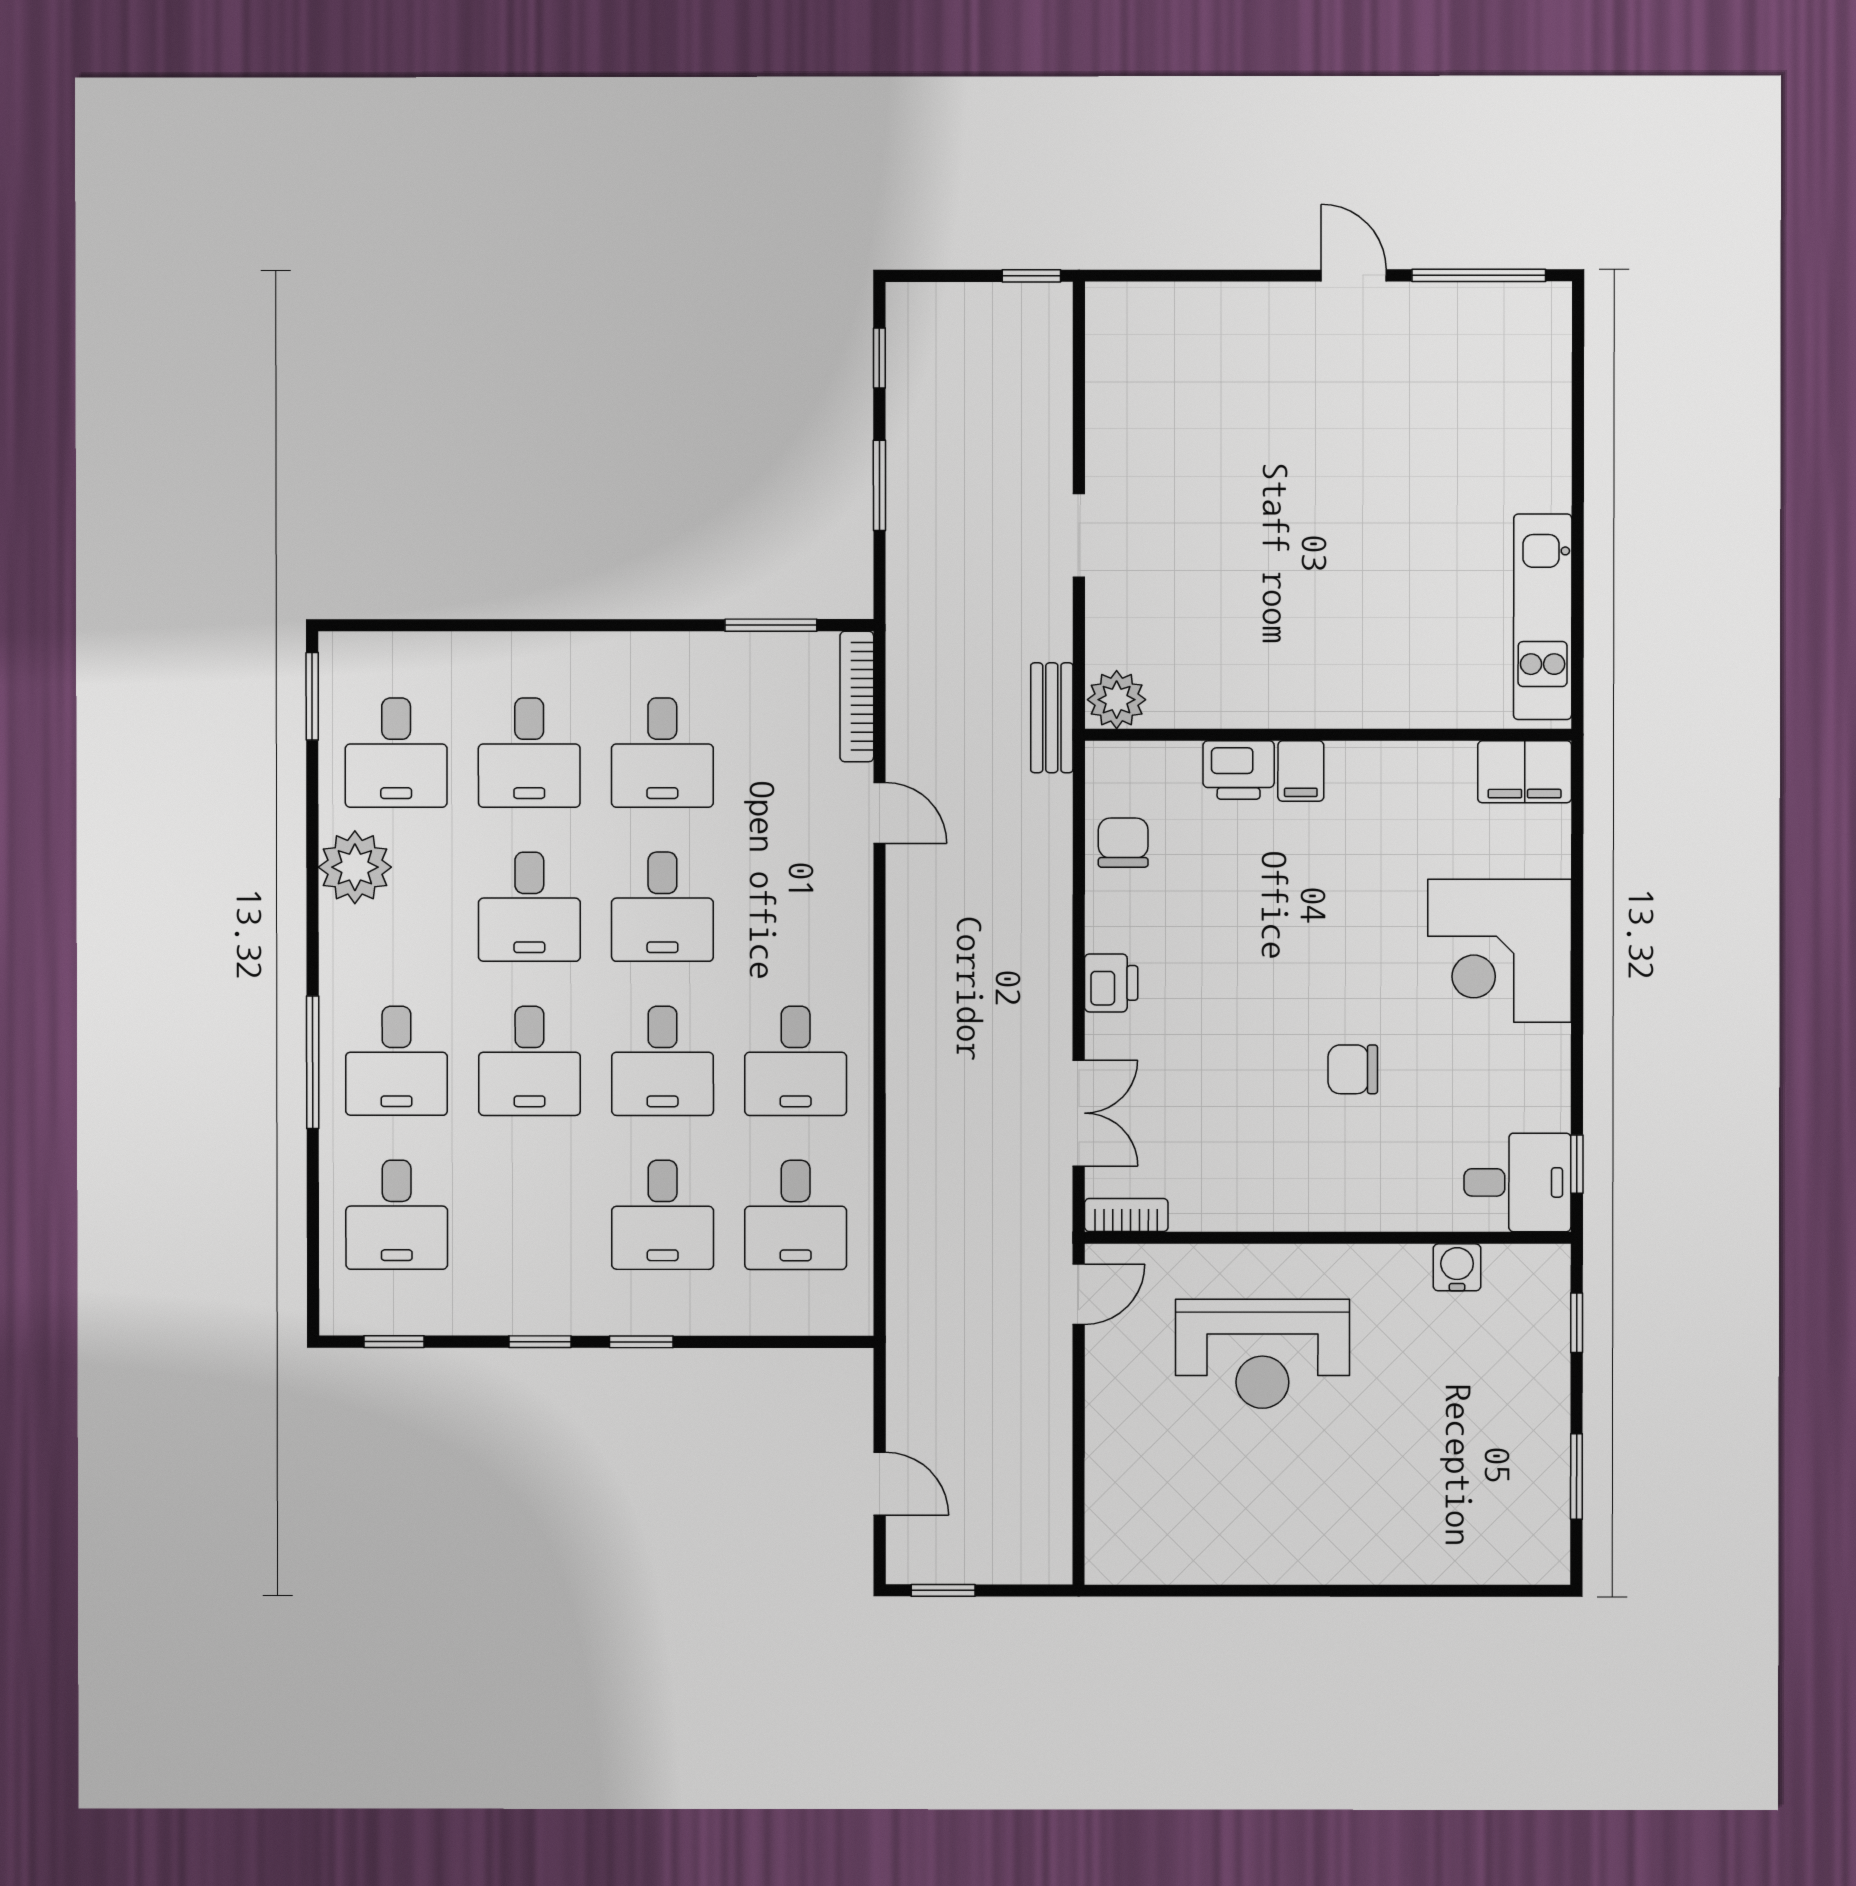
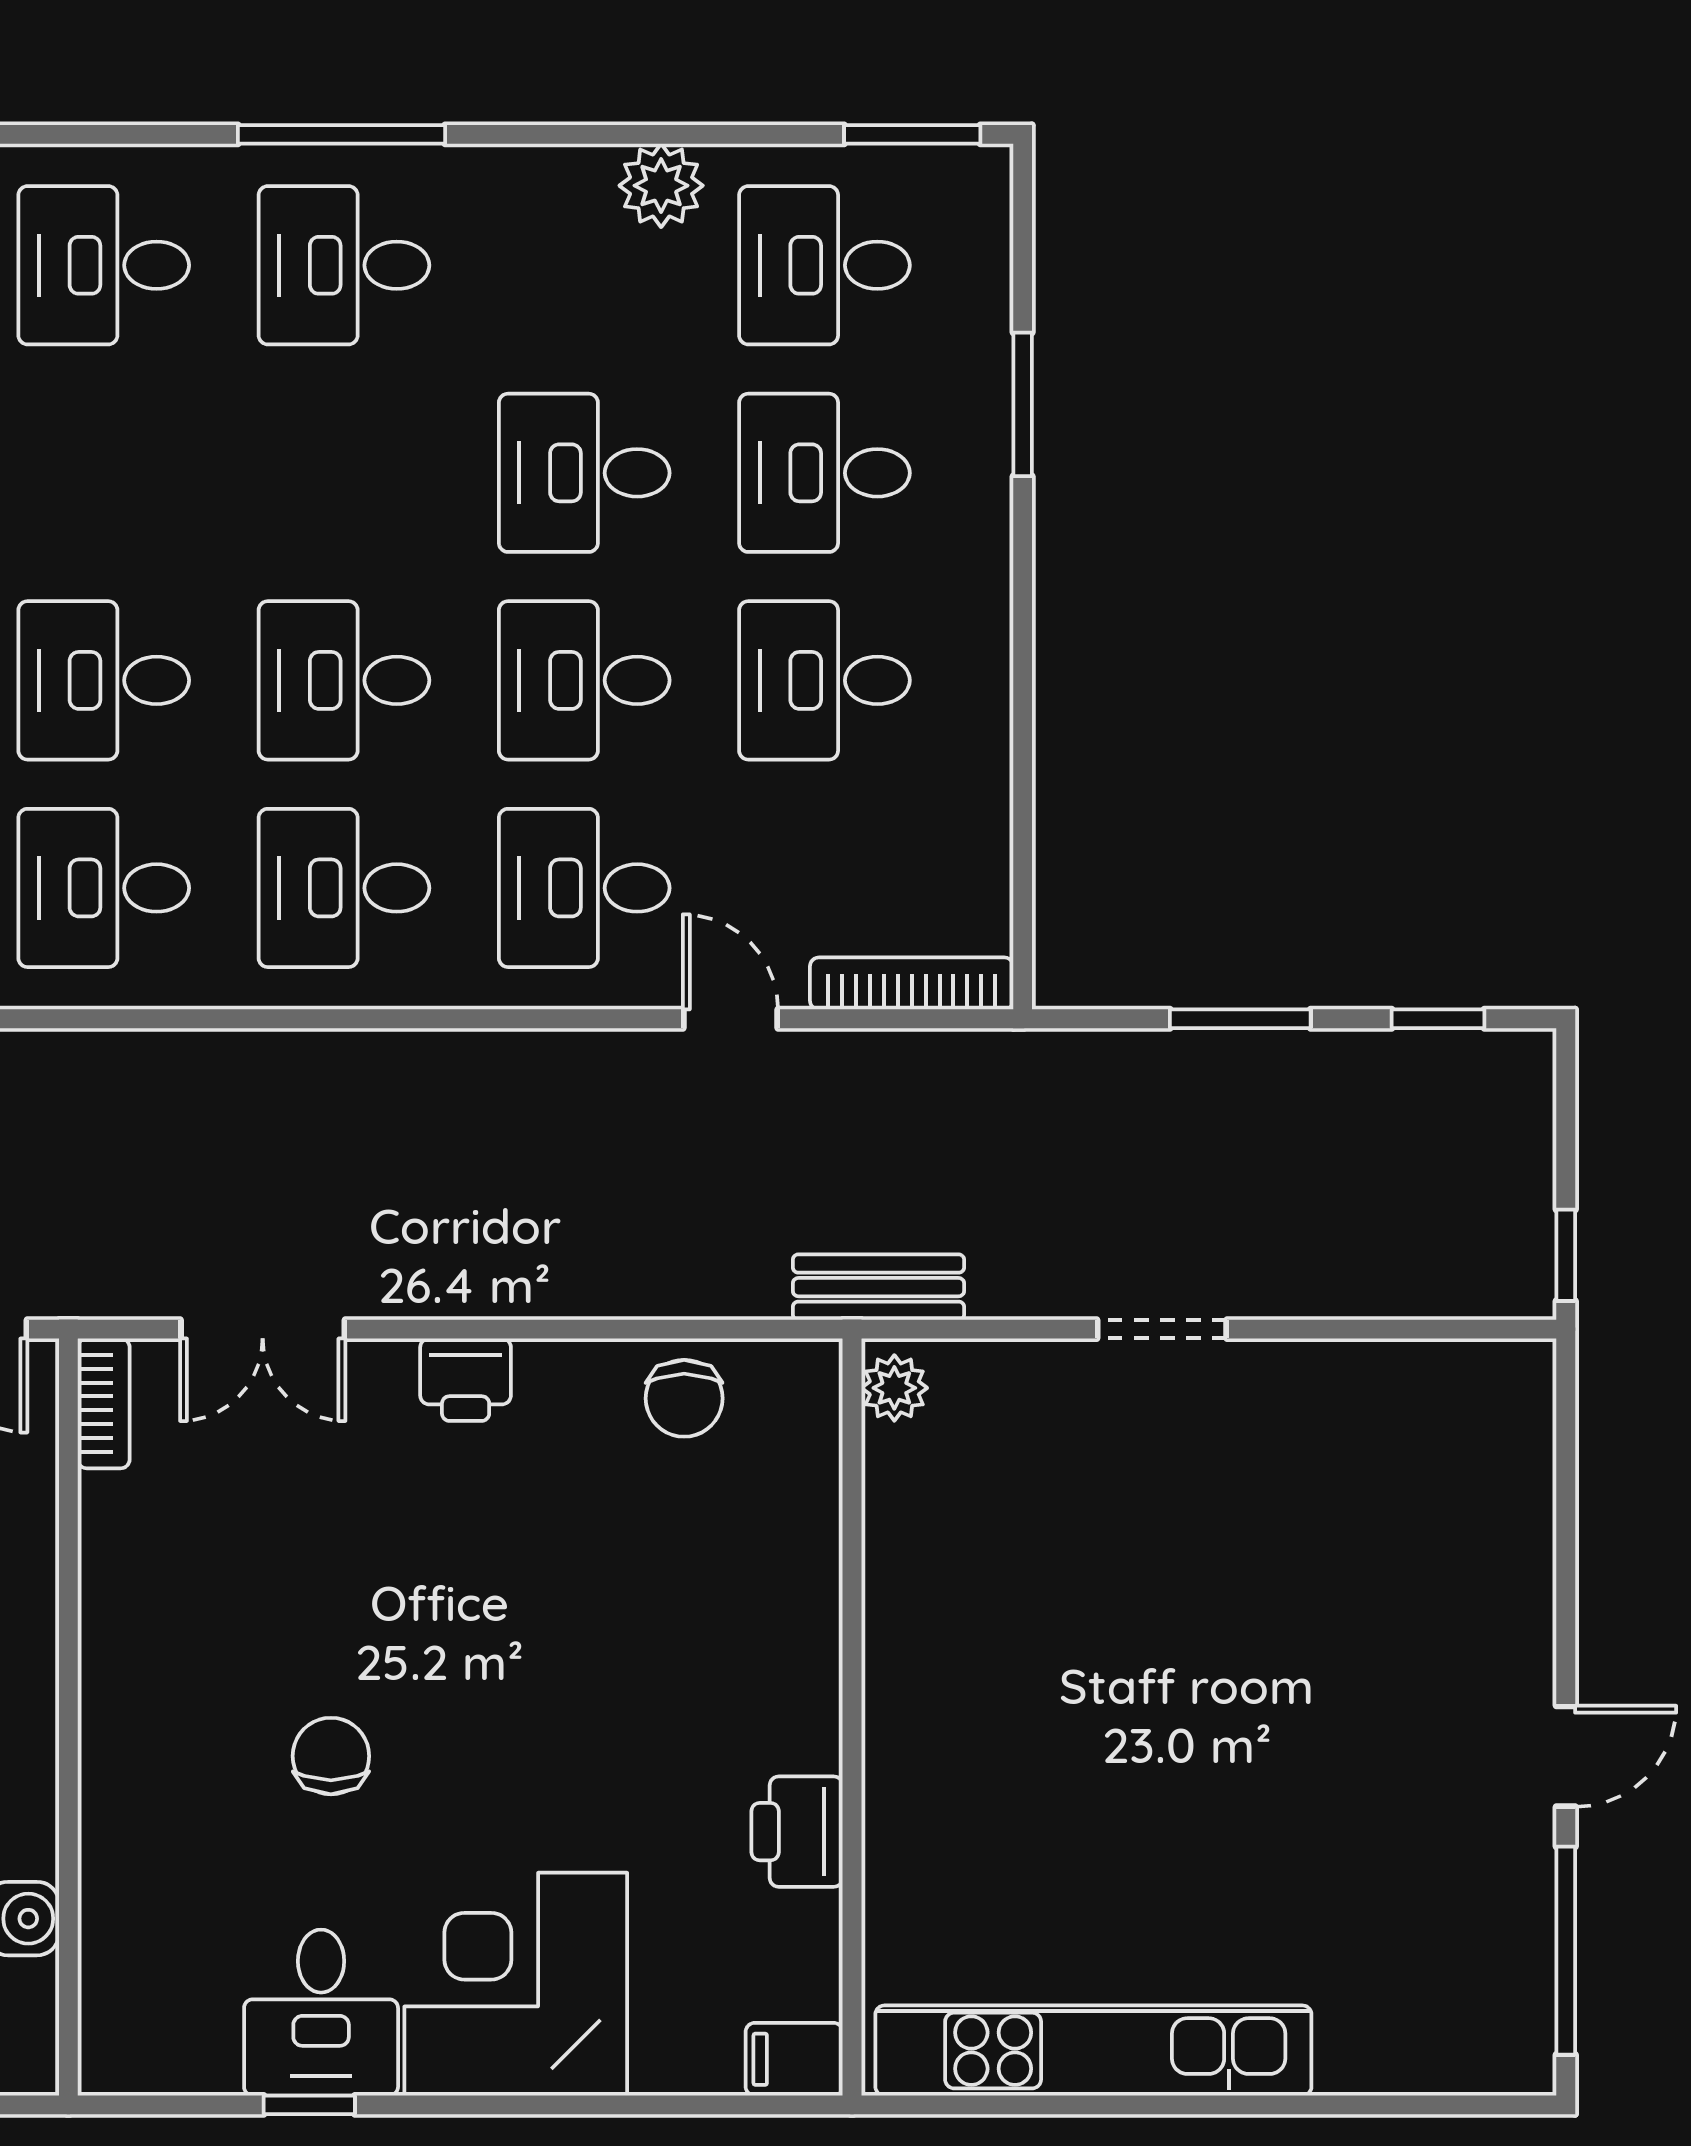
kitchen unit: (1543, 617) -> (1093, 2051), width x1.36
window: (771, 625) -> (1023, 404), moved
plant: (1117, 700) -> (894, 1388), width x0.73, depth x0.73
printer: (1239, 770) -> (797, 1832), moved
filing cabinet: (1301, 771) -> (795, 1675), removed
filing cabinet: (1525, 772) -> (794, 2059), width x0.50
door: (880, 813) -> (730, 1019), swing flipped
chair: (1123, 843) -> (684, 1398), turned 90
plant: (355, 867) -> (661, 186), width x0.73, depth x0.73
desk: (529, 1061) -> (584, 888), moved
window: (1577, 1164) -> (309, 2105), moved
desk: (1517, 1182) -> (321, 2013), moved

